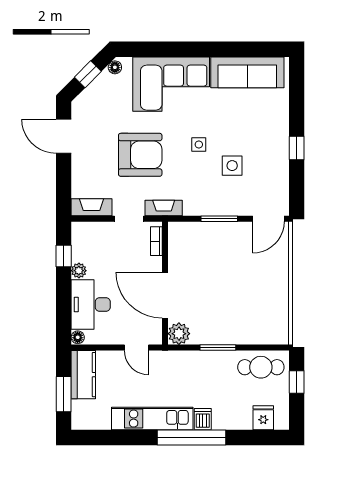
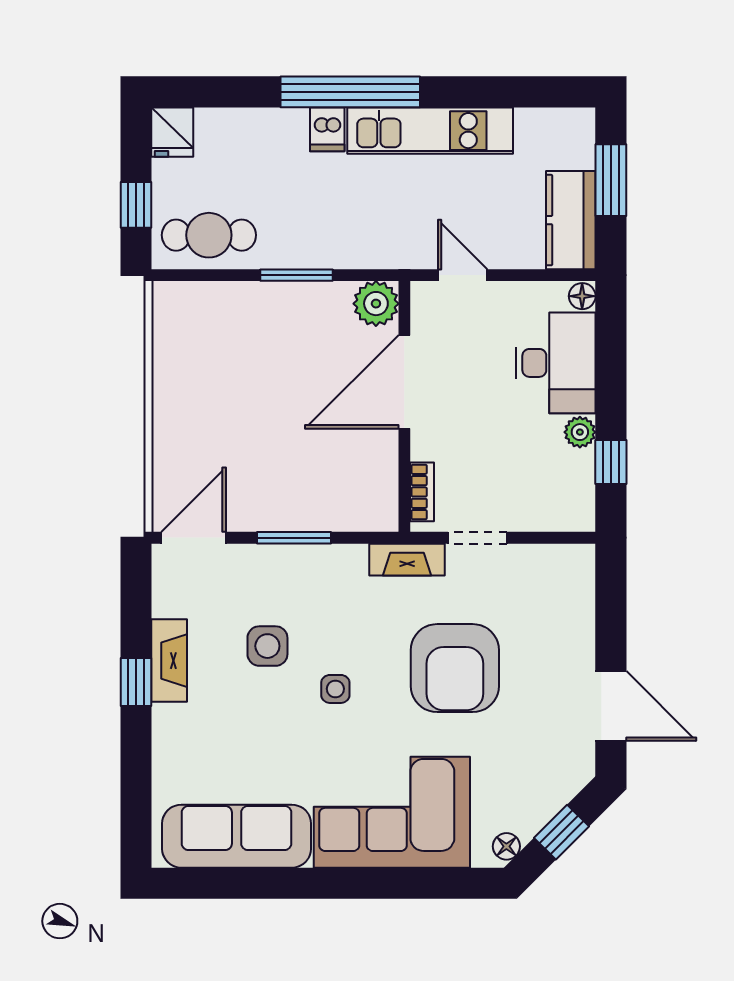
armchair: (140, 155) -> (455, 668), turned -90
fireplace: (92, 207) -> (169, 661), moved, turned -90
door: (165, 295) -> (404, 382), swing flipped
fridge: (263, 418) -> (172, 132), moved

